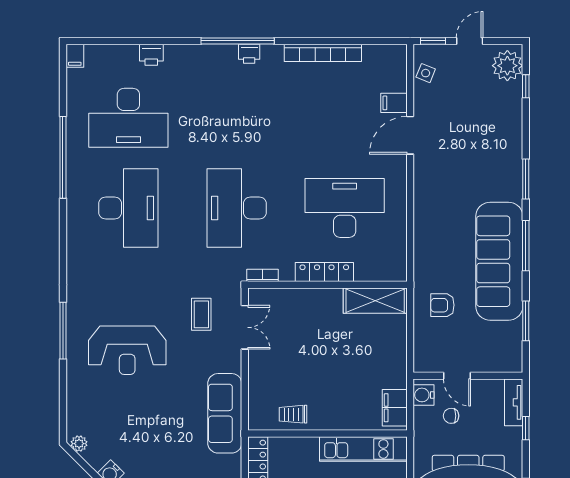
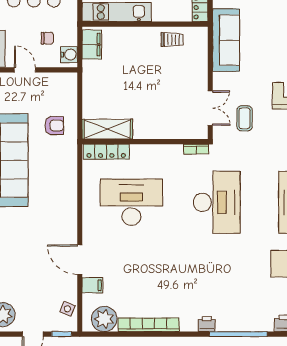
window: (238, 41) -> (238, 334), moved
plant: (379, 60) -> (104, 319), added
door: (410, 135) -> (80, 260), swing flipped
desk: (345, 208) -> (131, 202), turned 180
locker: (324, 272) -> (106, 152), moved
double door: (245, 327) -> (210, 108), swing flipped
door: (457, 376) -> (25, 70), moved

